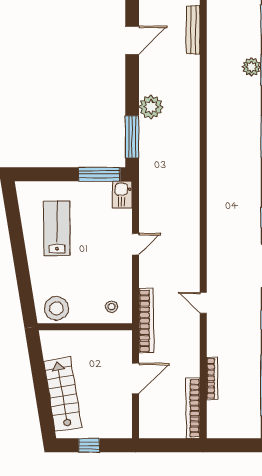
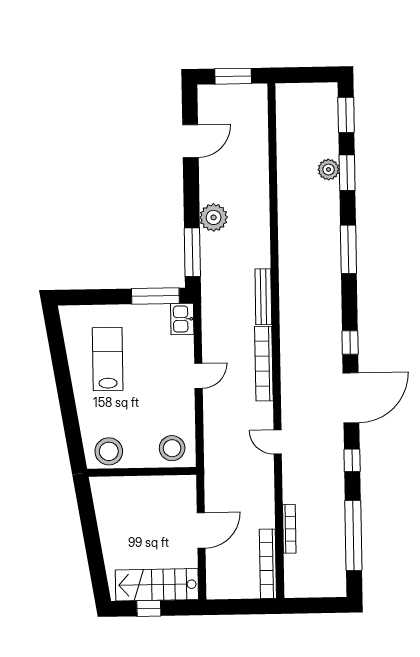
bench: (193, 30) -> (263, 297), moved
stool: (112, 307) -> (172, 448), width x1.89, depth x1.89
bookcase: (146, 321) -> (264, 364), moved, turned 180
stairs: (63, 394) -> (157, 585), moved, turned -81

